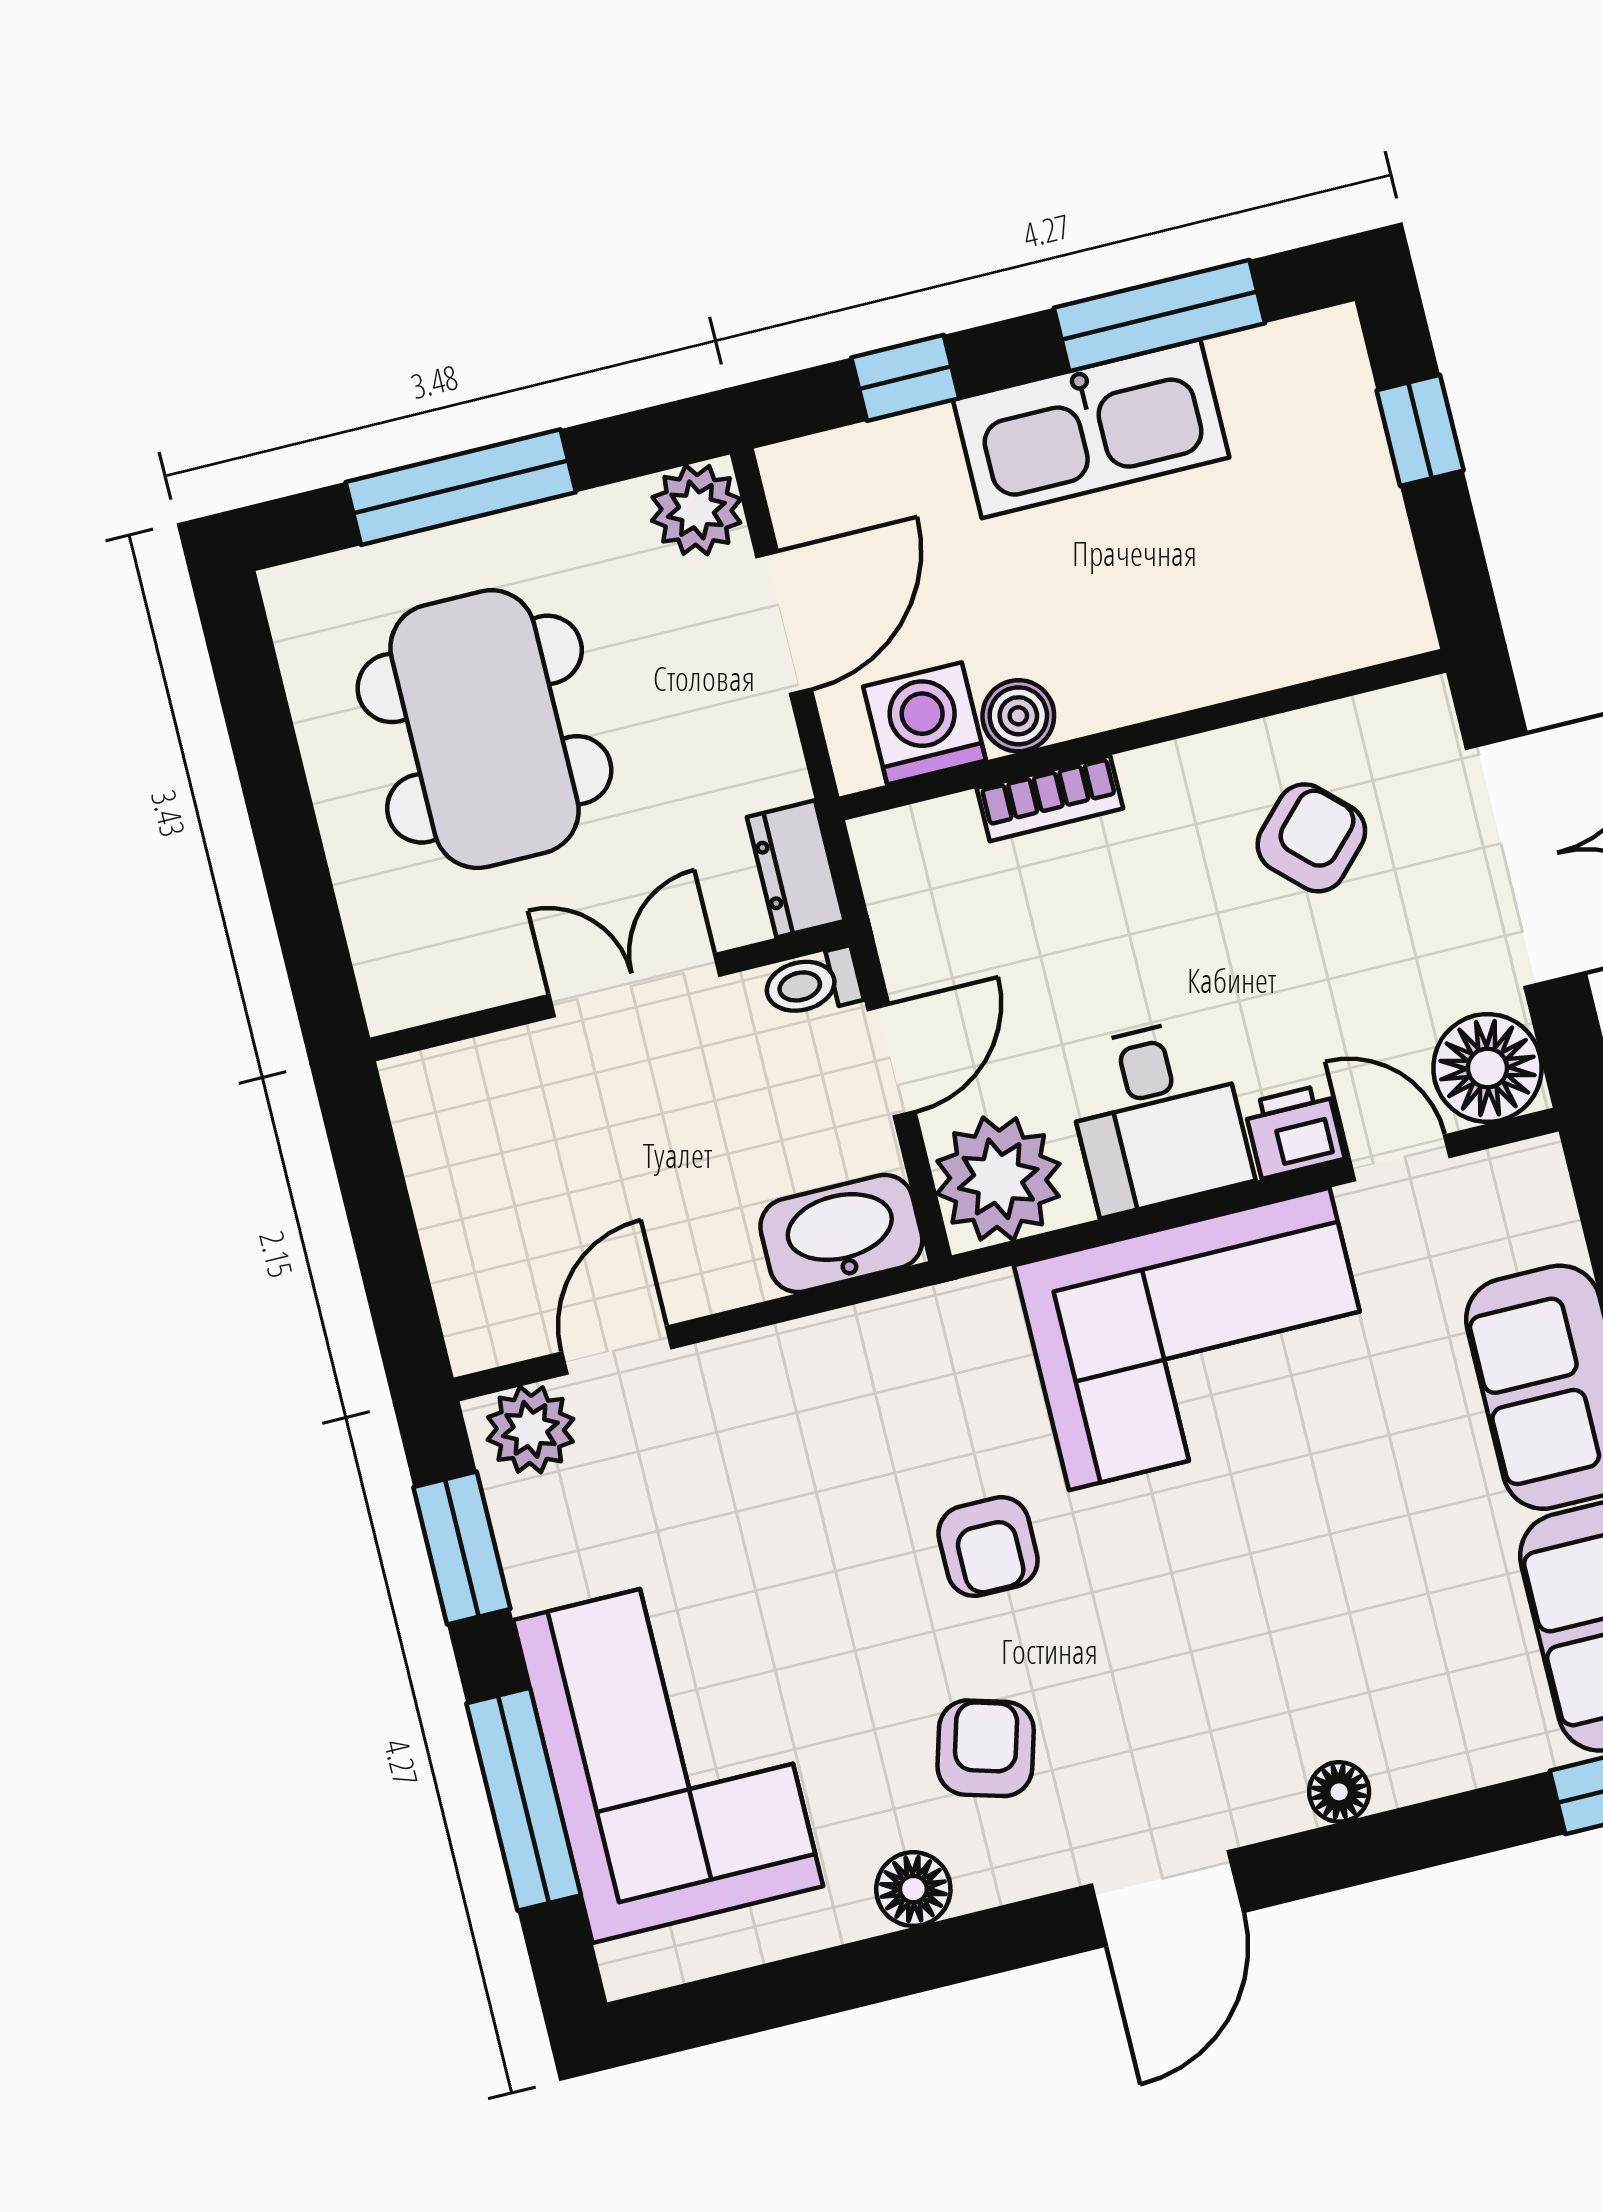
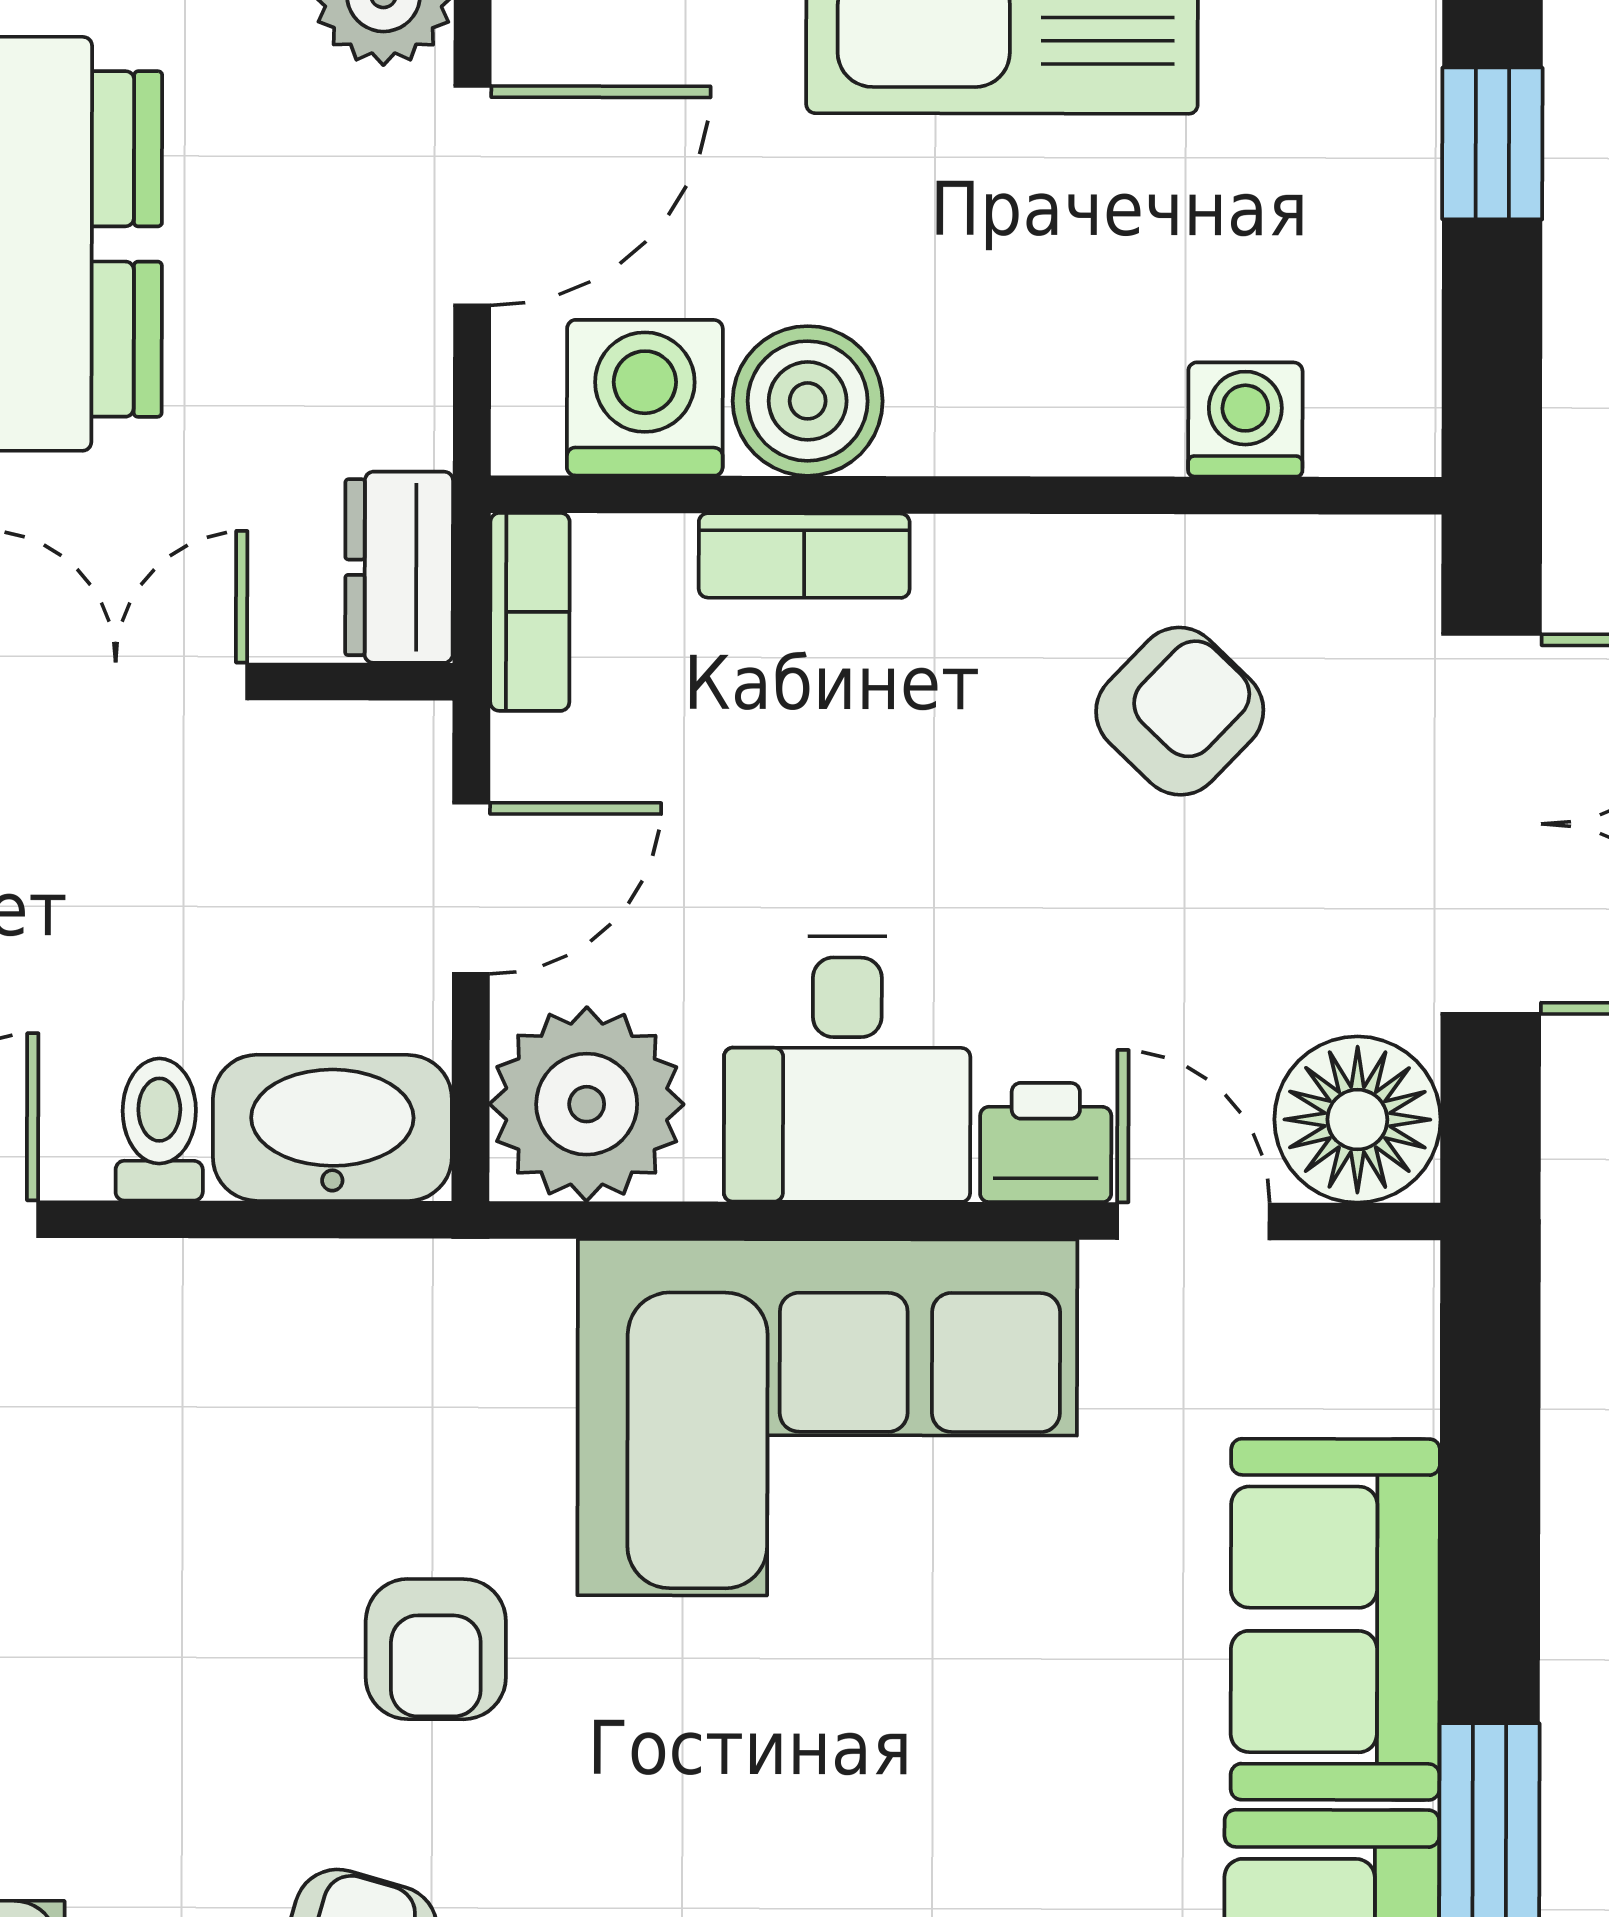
washing machine: (1307, 643) -> (1245, 420), added
boiler: (1018, 716) -> (808, 401), width x1.36, depth x1.36
bookcase: (885, 877) -> (530, 612), added
toilet: (812, 983) -> (159, 1130), moved, turned 90

